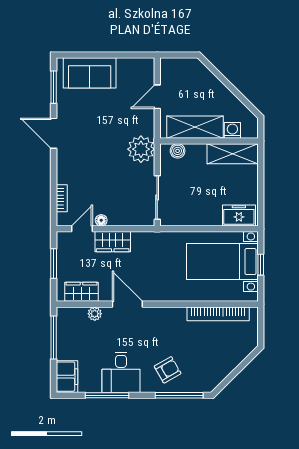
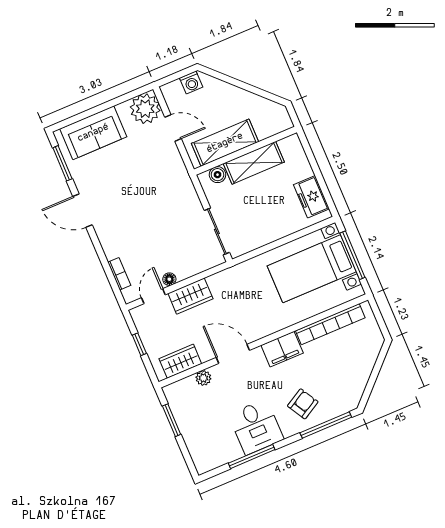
door: (157, 97) -> (173, 128), swing flipped
washing machine: (232, 130) -> (191, 82), moved, turned 180
plant: (141, 149) -> (145, 109), moved
shelving: (233, 154) -> (254, 163), moved
freezer: (239, 215) -> (312, 197), moved, turned -90
window: (54, 263) -> (139, 344), width x0.67
window: (261, 265) -> (352, 255), width x2.17
window: (54, 337) -> (172, 420), width x0.69
filing cabinet: (67, 377) -> (282, 349), moved, turned 90

